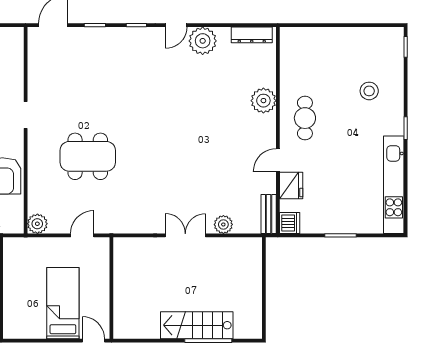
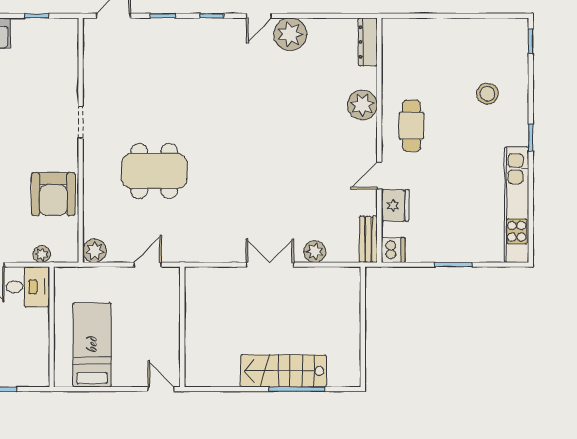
dresser: (252, 35) -> (368, 42), moved, turned 90
bed: (63, 303) -> (92, 345), moved

